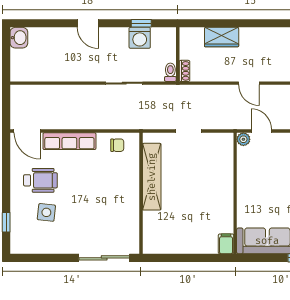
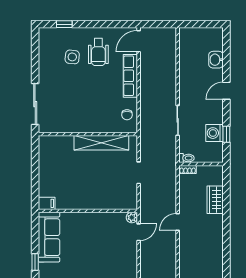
washbasin: (19, 38) -> (216, 60), moved, turned 90

